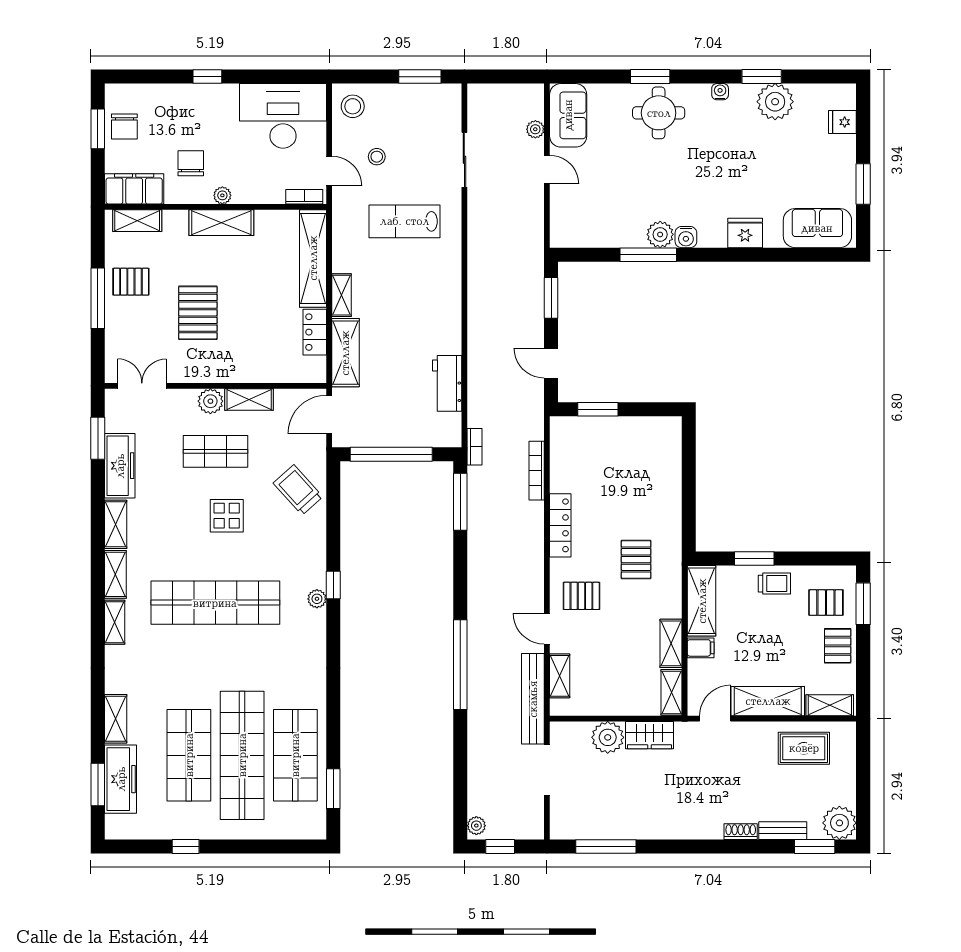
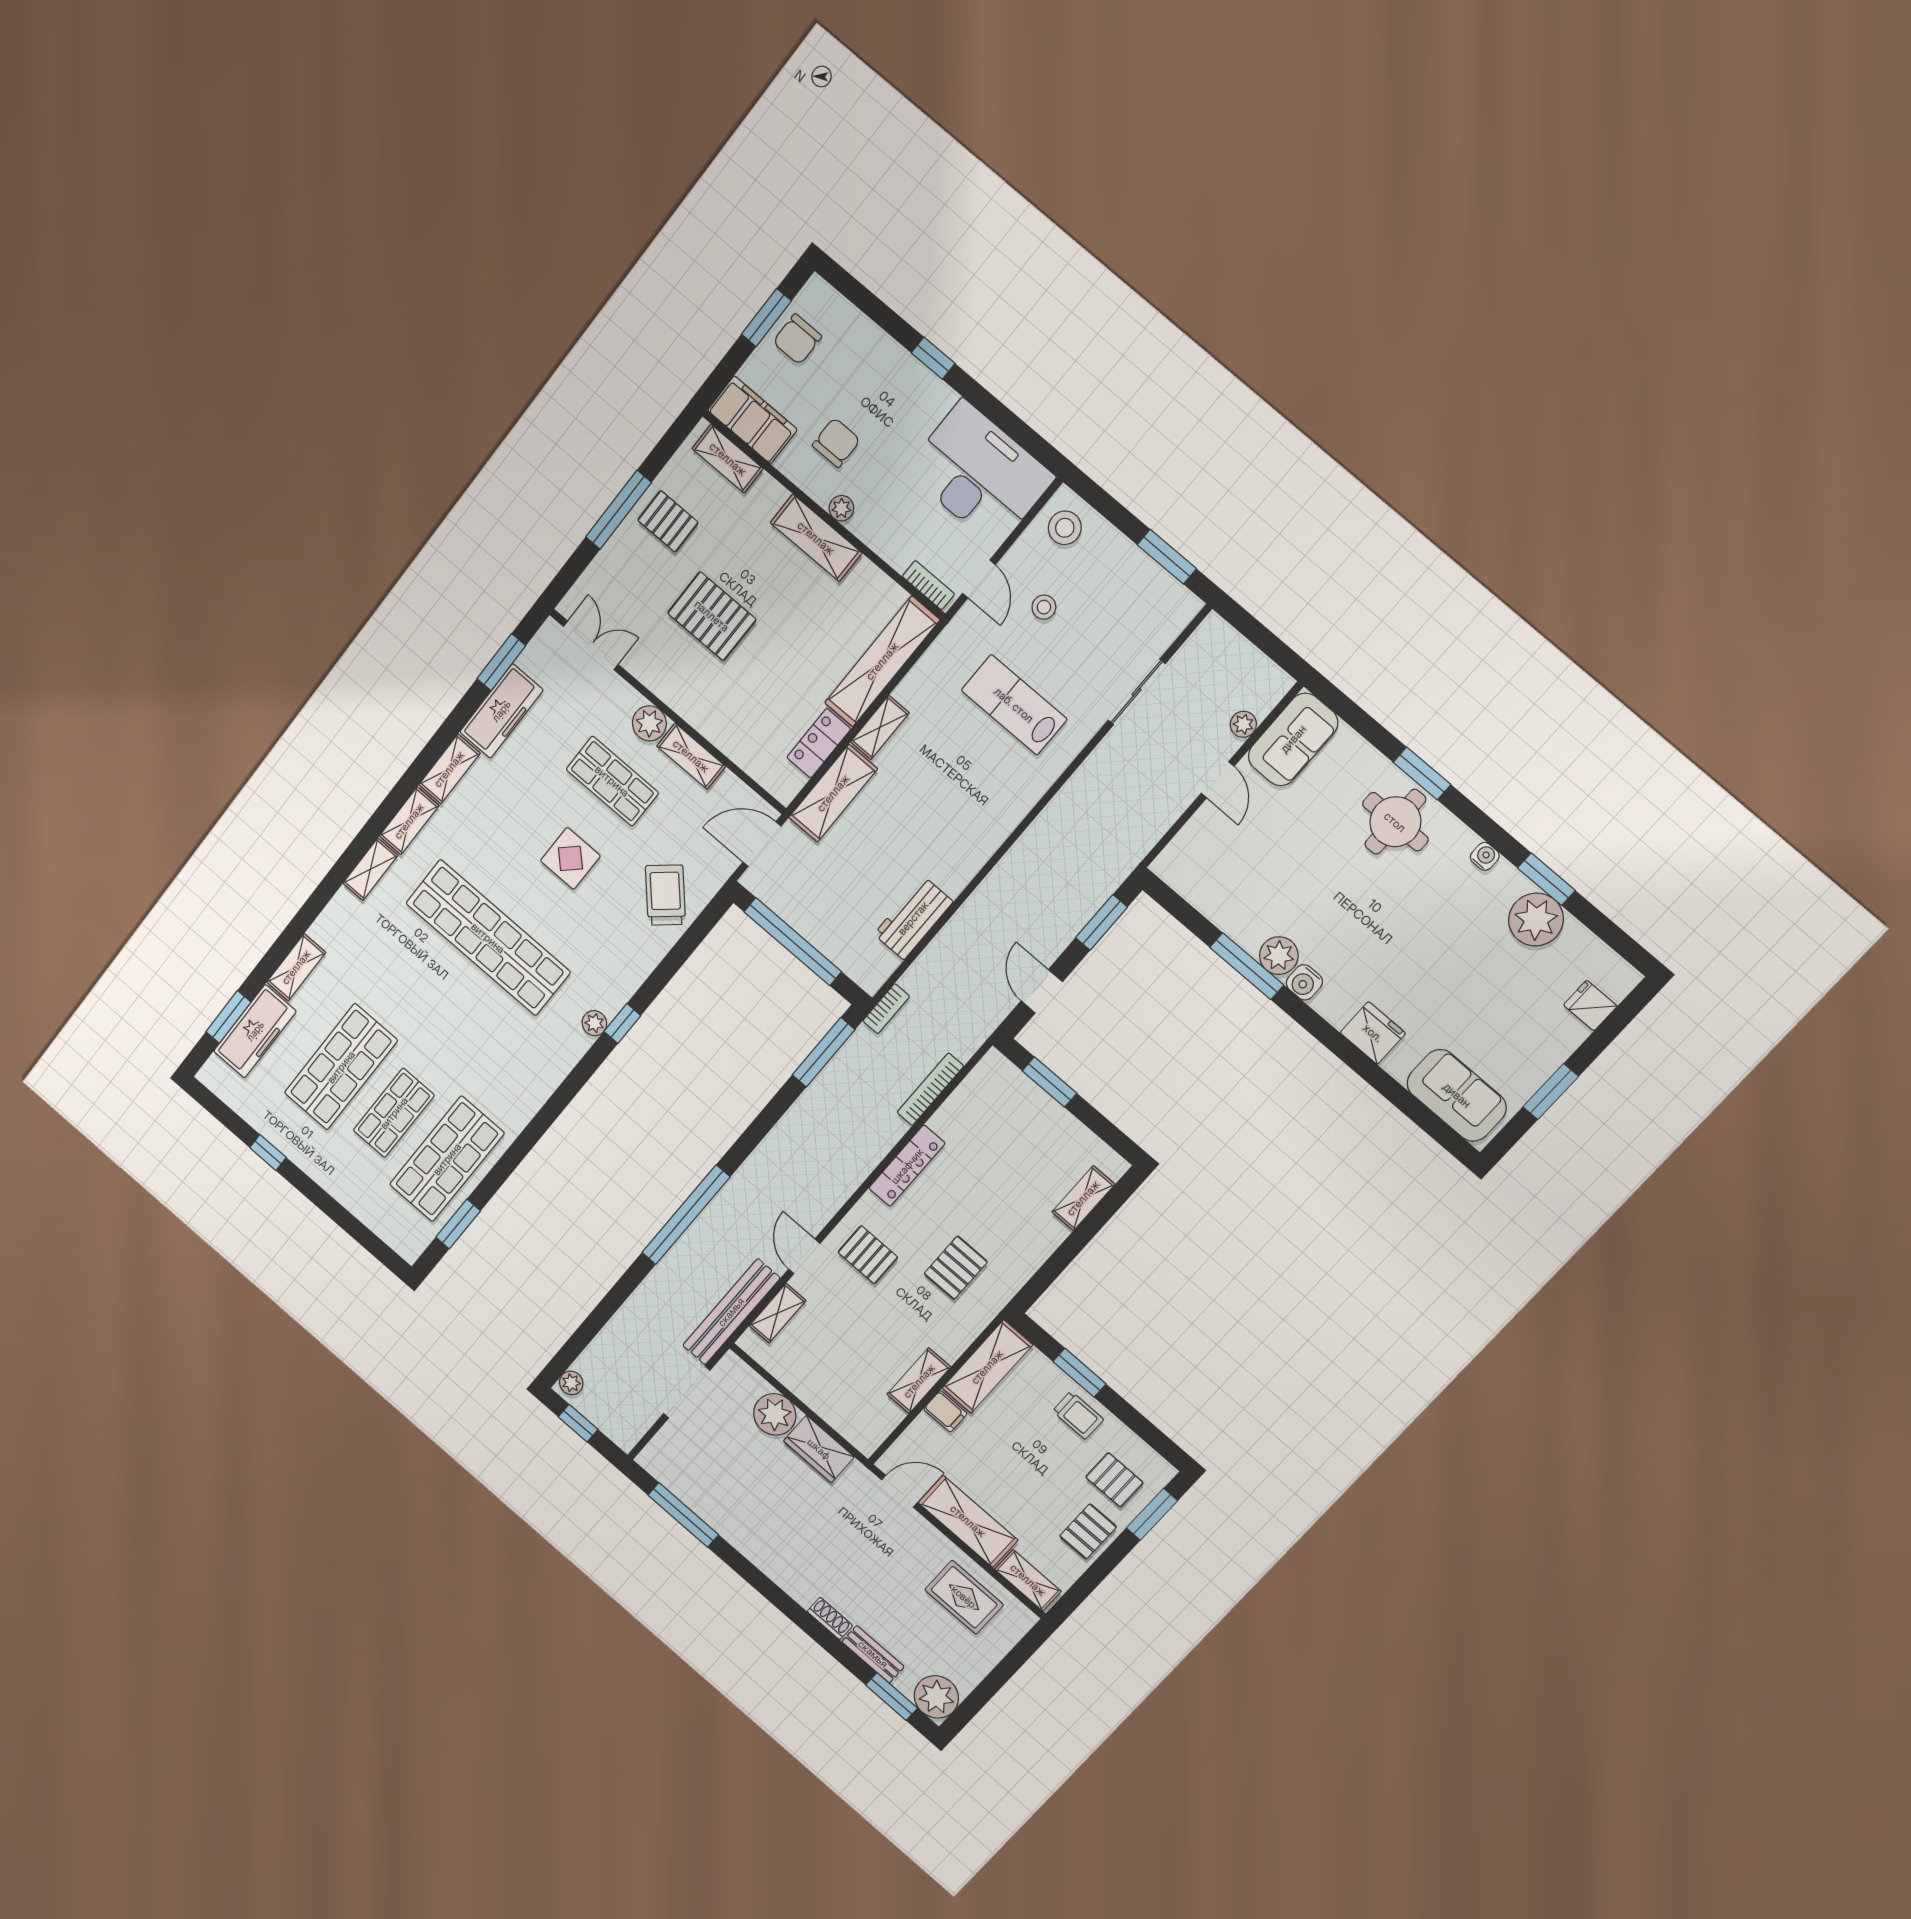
pallet: (198, 313) -> (712, 616), turned 90
shelving: (672, 692) -> (1083, 1198), moved
shop shelf: (242, 755) -> (394, 1113), width x0.50, depth x0.74

